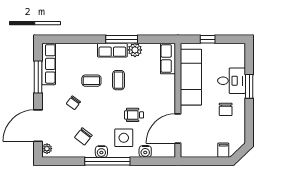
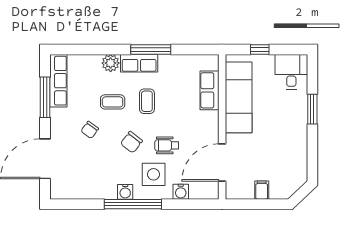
plant: (135, 50) -> (111, 63), moved
row of seats: (168, 59) -> (210, 90), moved
desk: (232, 81) -> (291, 72), moved, turned -90
chair: (226, 109) -> (283, 138), removed
chair: (83, 136) -> (131, 142), moved
plant: (47, 149) -> (56, 188), removed
filing cabinet: (223, 150) -> (262, 190), moved

